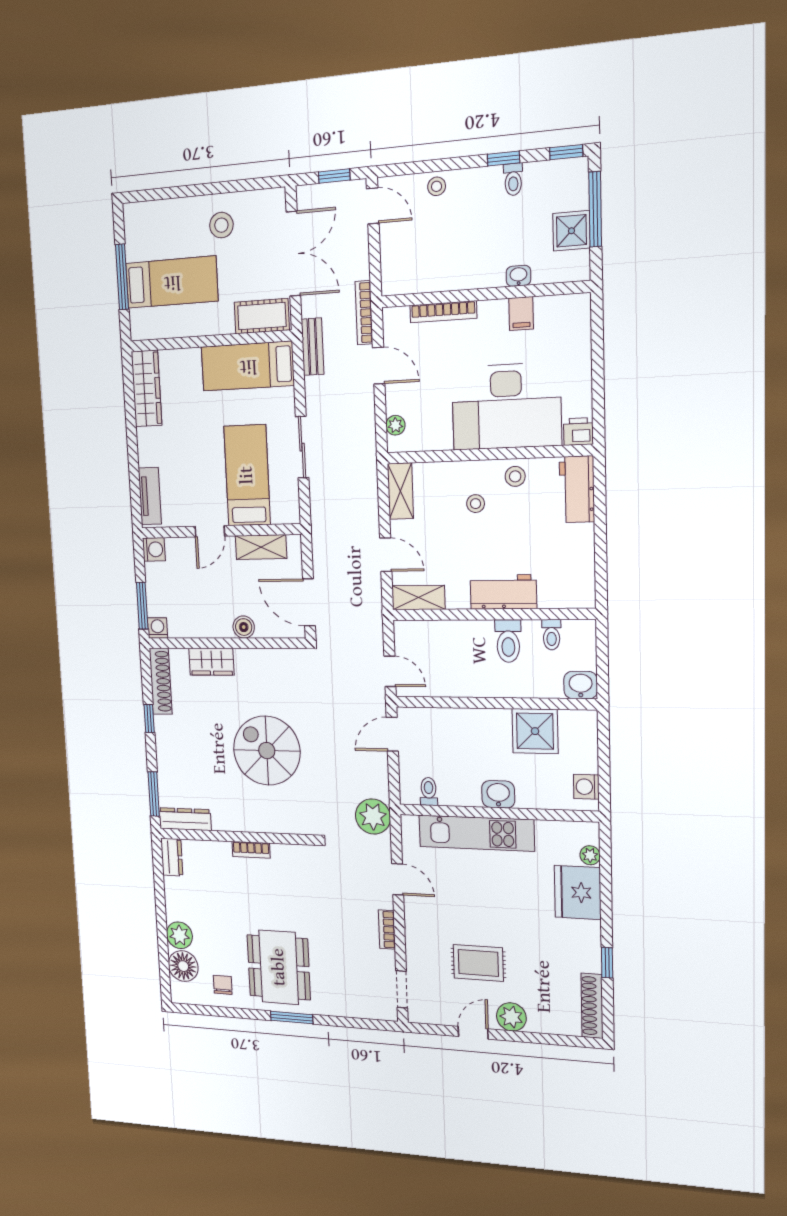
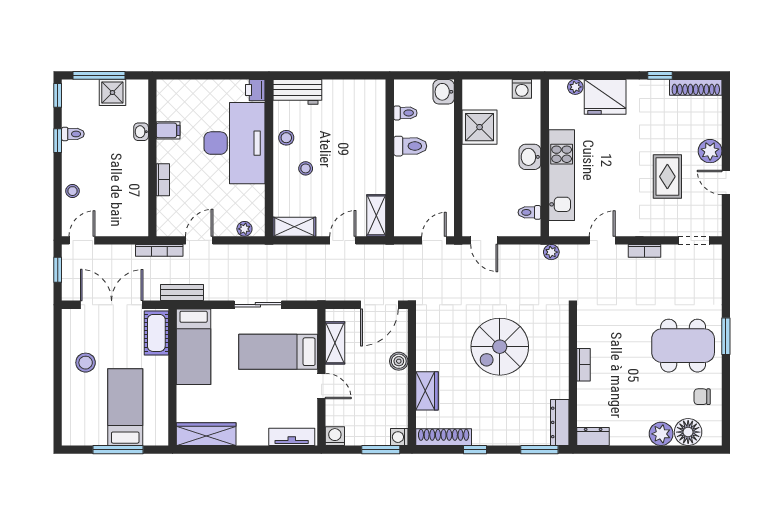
bookcase: (443, 312) -> (163, 180), width x0.64
workbench: (503, 592) -> (373, 149), removed
plant: (373, 816) -> (551, 252), width x0.53, depth x0.53

